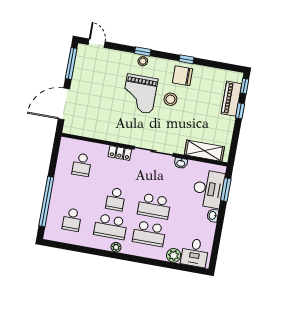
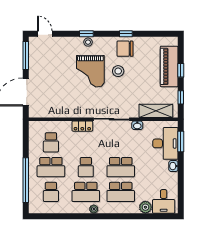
window: (244, 86) -> (181, 97), moved
piano: (231, 99) -> (169, 66), width x1.37, depth x1.33
school desk: (77, 192) -> (51, 167), added

